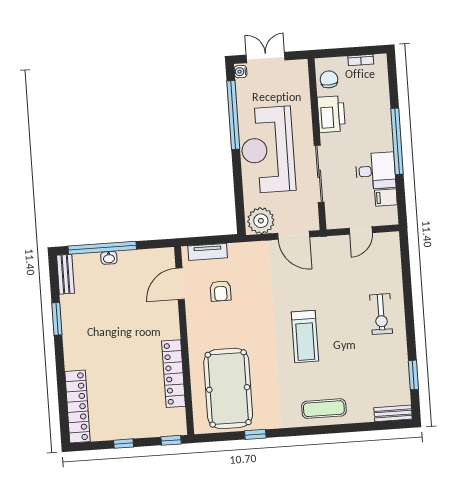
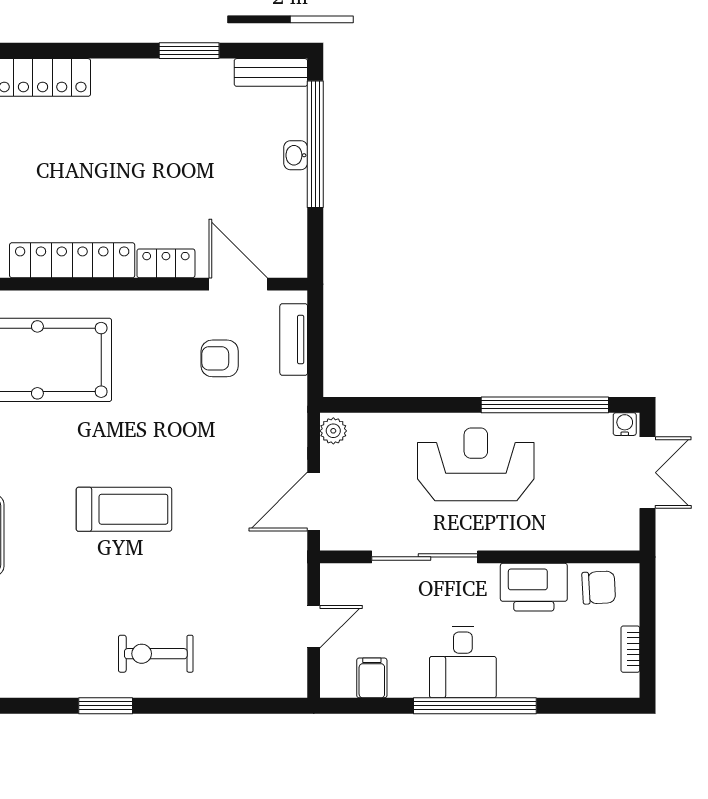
reception desk: (268, 150) -> (476, 464), width x0.74, depth x0.77
desk: (376, 171) -> (463, 662), moved
plant: (261, 221) -> (333, 431), width x0.53, depth x0.53
door: (361, 231) -> (314, 627), swing flipped
locker: (172, 323) -> (166, 263), added
treadmill: (305, 337) -> (124, 509), turned 180
window: (413, 375) -> (106, 706), moved

